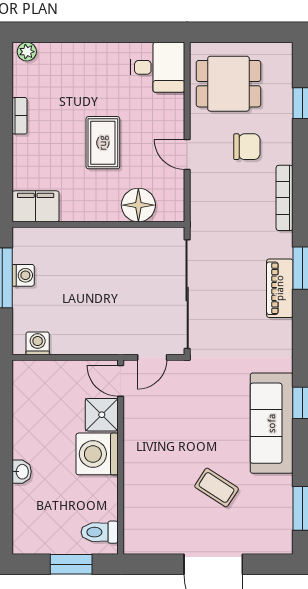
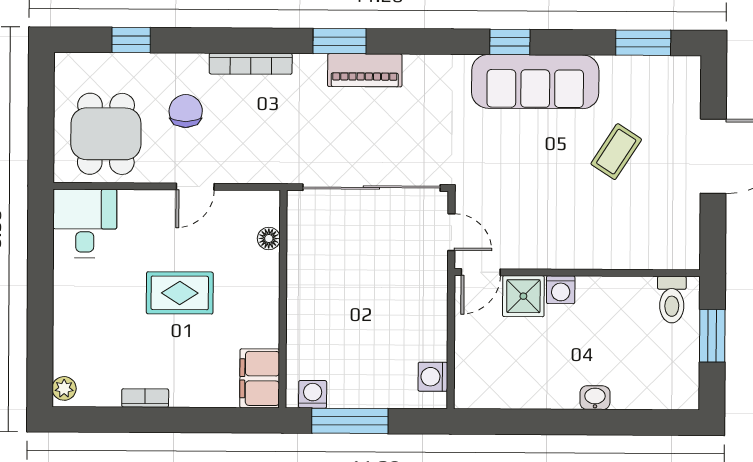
floor lamp: (138, 205) -> (269, 238), width x0.53, depth x0.53
washing machine: (23, 275) -> (313, 394), moved
washing machine: (97, 454) -> (561, 290), width x0.53, depth x0.53

